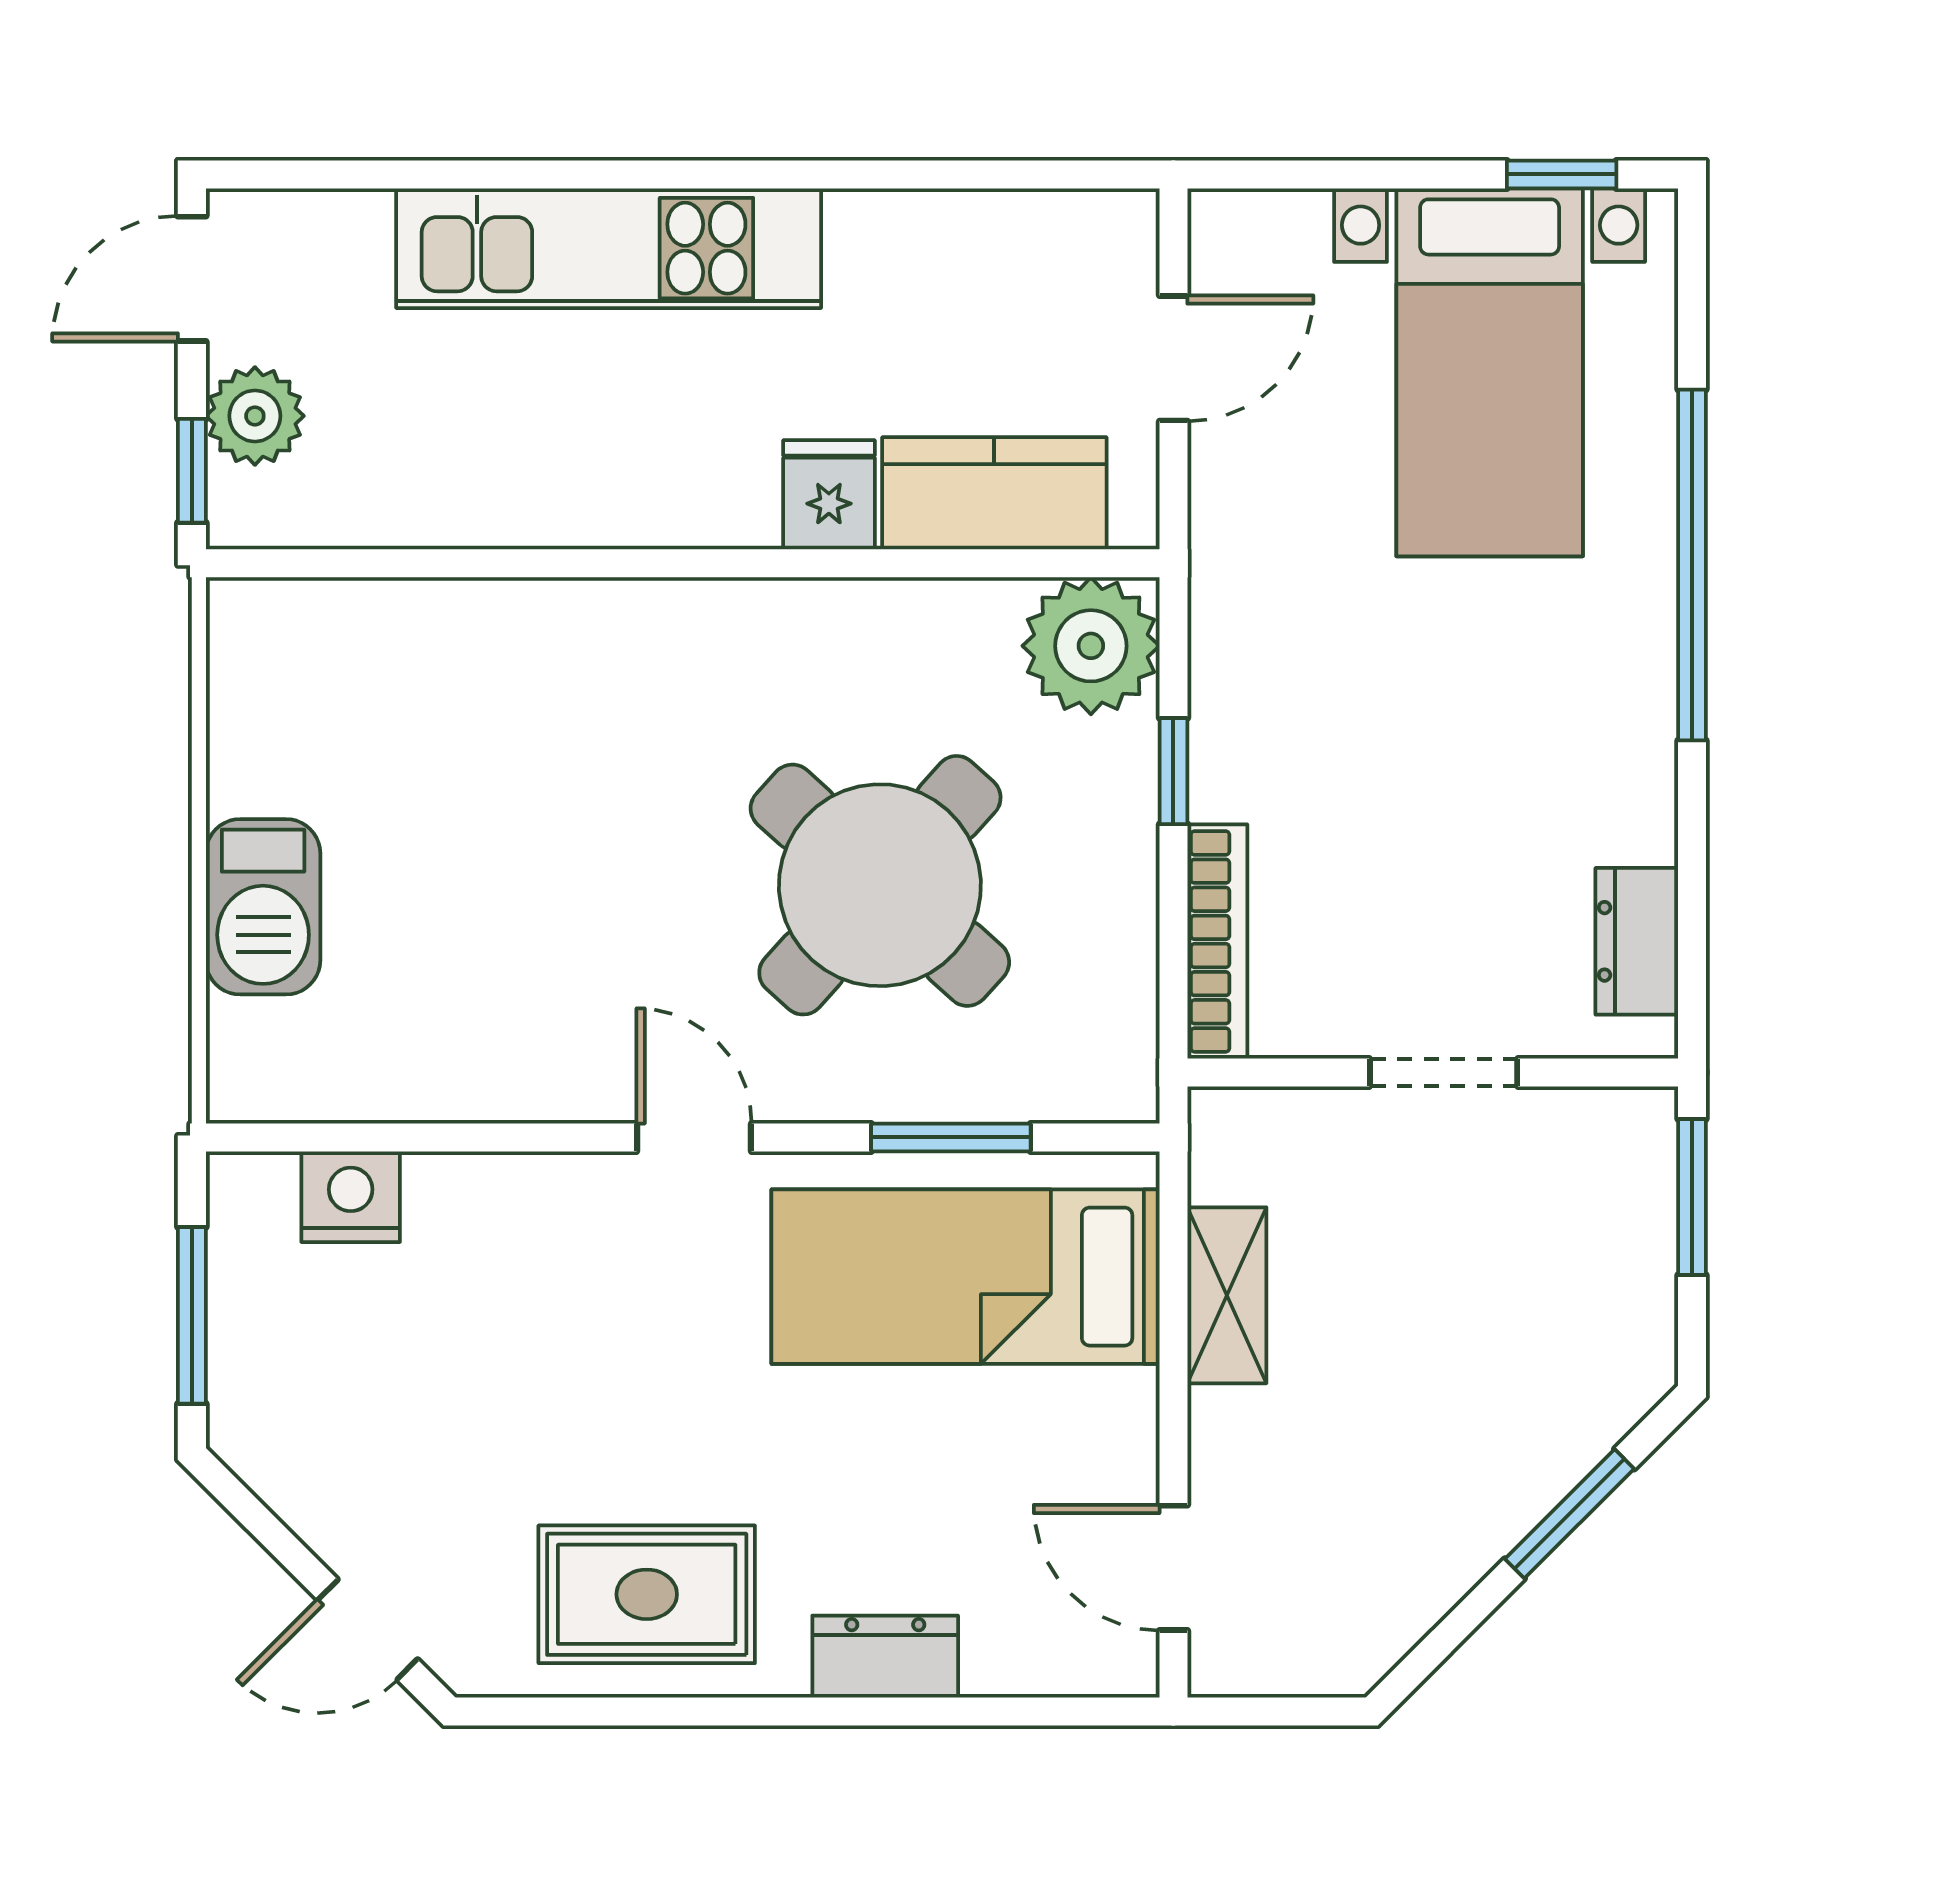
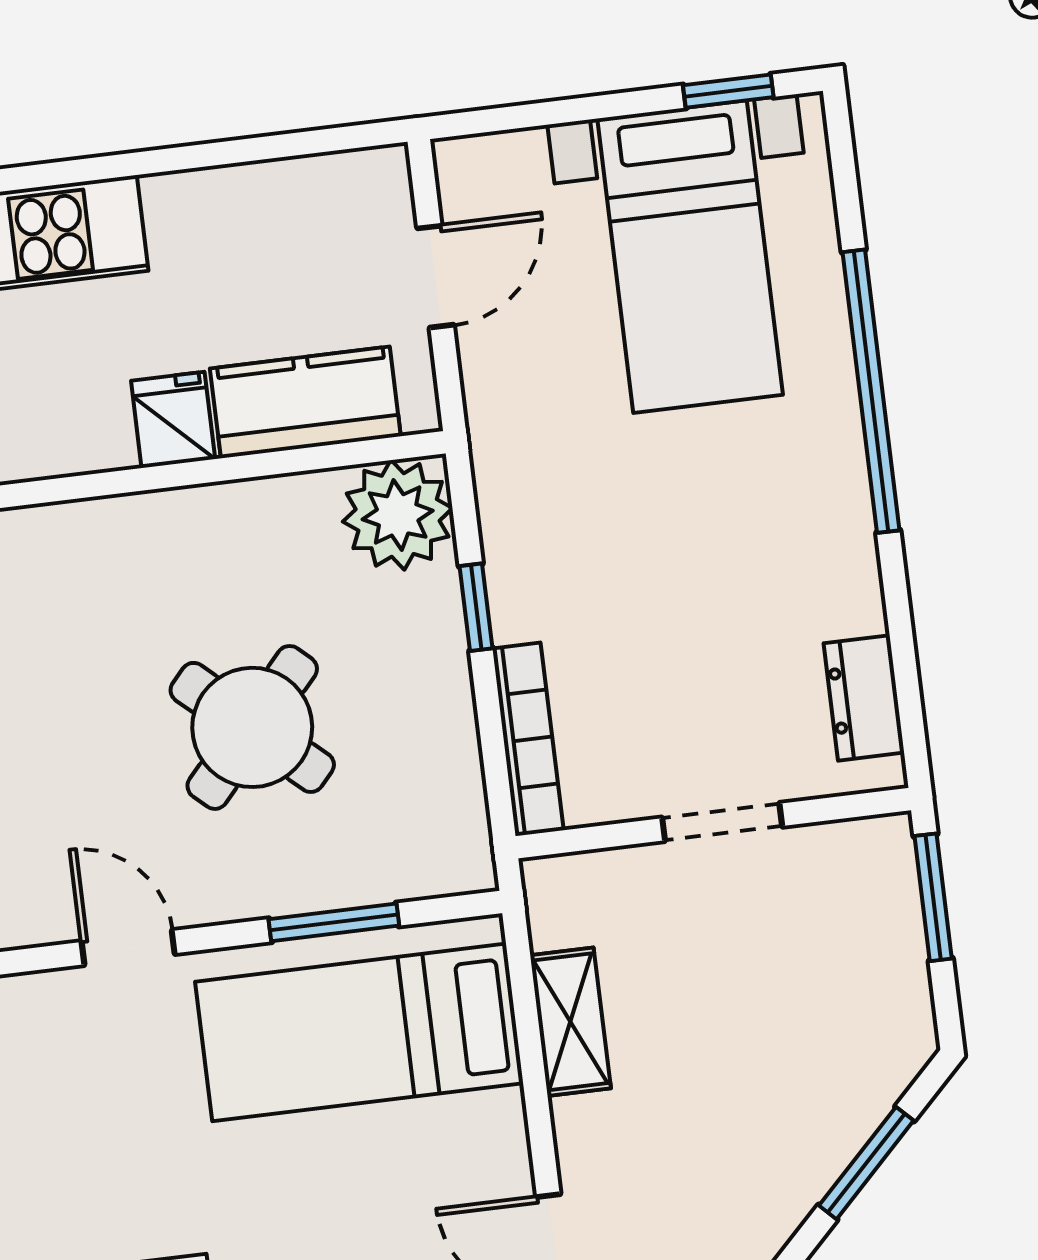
round table: (880, 885) -> (252, 727), width x0.73, depth x0.73

